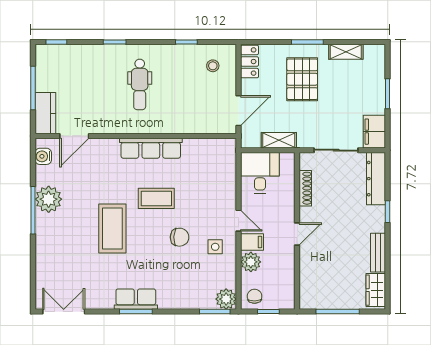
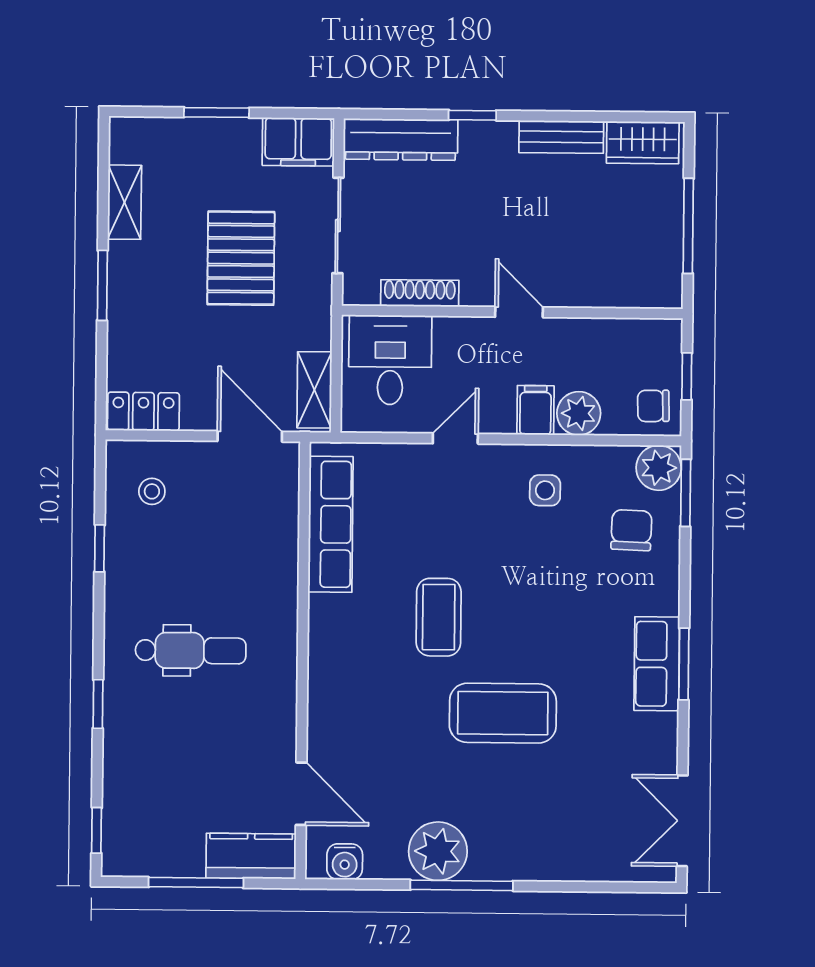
pallet: (302, 79) -> (241, 258), moved, turned 90
shelving: (279, 140) -> (314, 390), moved
row of seats: (151, 148) -> (331, 524), moved
desk: (260, 173) -> (390, 360), moved, turned 90
door: (239, 221) -> (455, 439), moved
chair: (180, 237) -> (631, 530), moved

